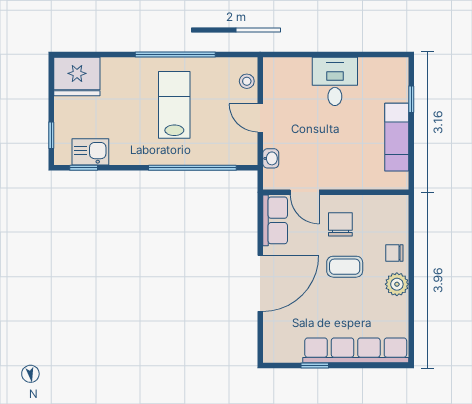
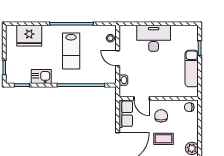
fridge: (77, 77) -> (29, 36), moved
desk: (335, 81) -> (154, 38), width x1.37
lab bench: (174, 105) -> (71, 51), turned 180
kitchen sink: (90, 152) -> (41, 77), moved
chair: (394, 253) -> (189, 107), moved

